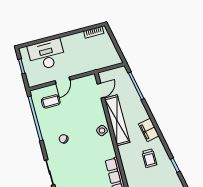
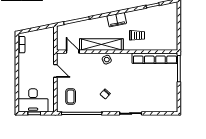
desk: (47, 55) -> (33, 100), moved, turned -90
door: (62, 80) -> (55, 71), moved
trolley: (149, 158) -> (137, 35), moved

